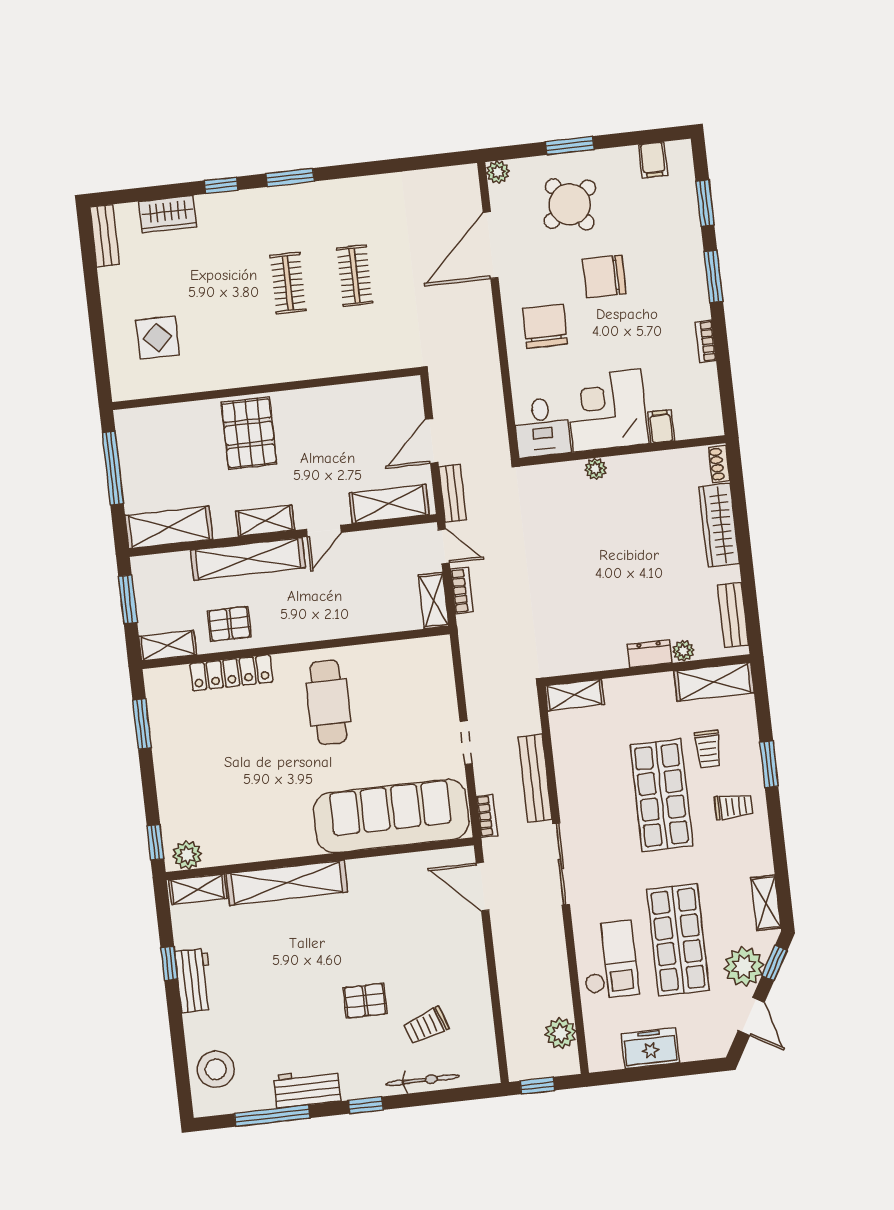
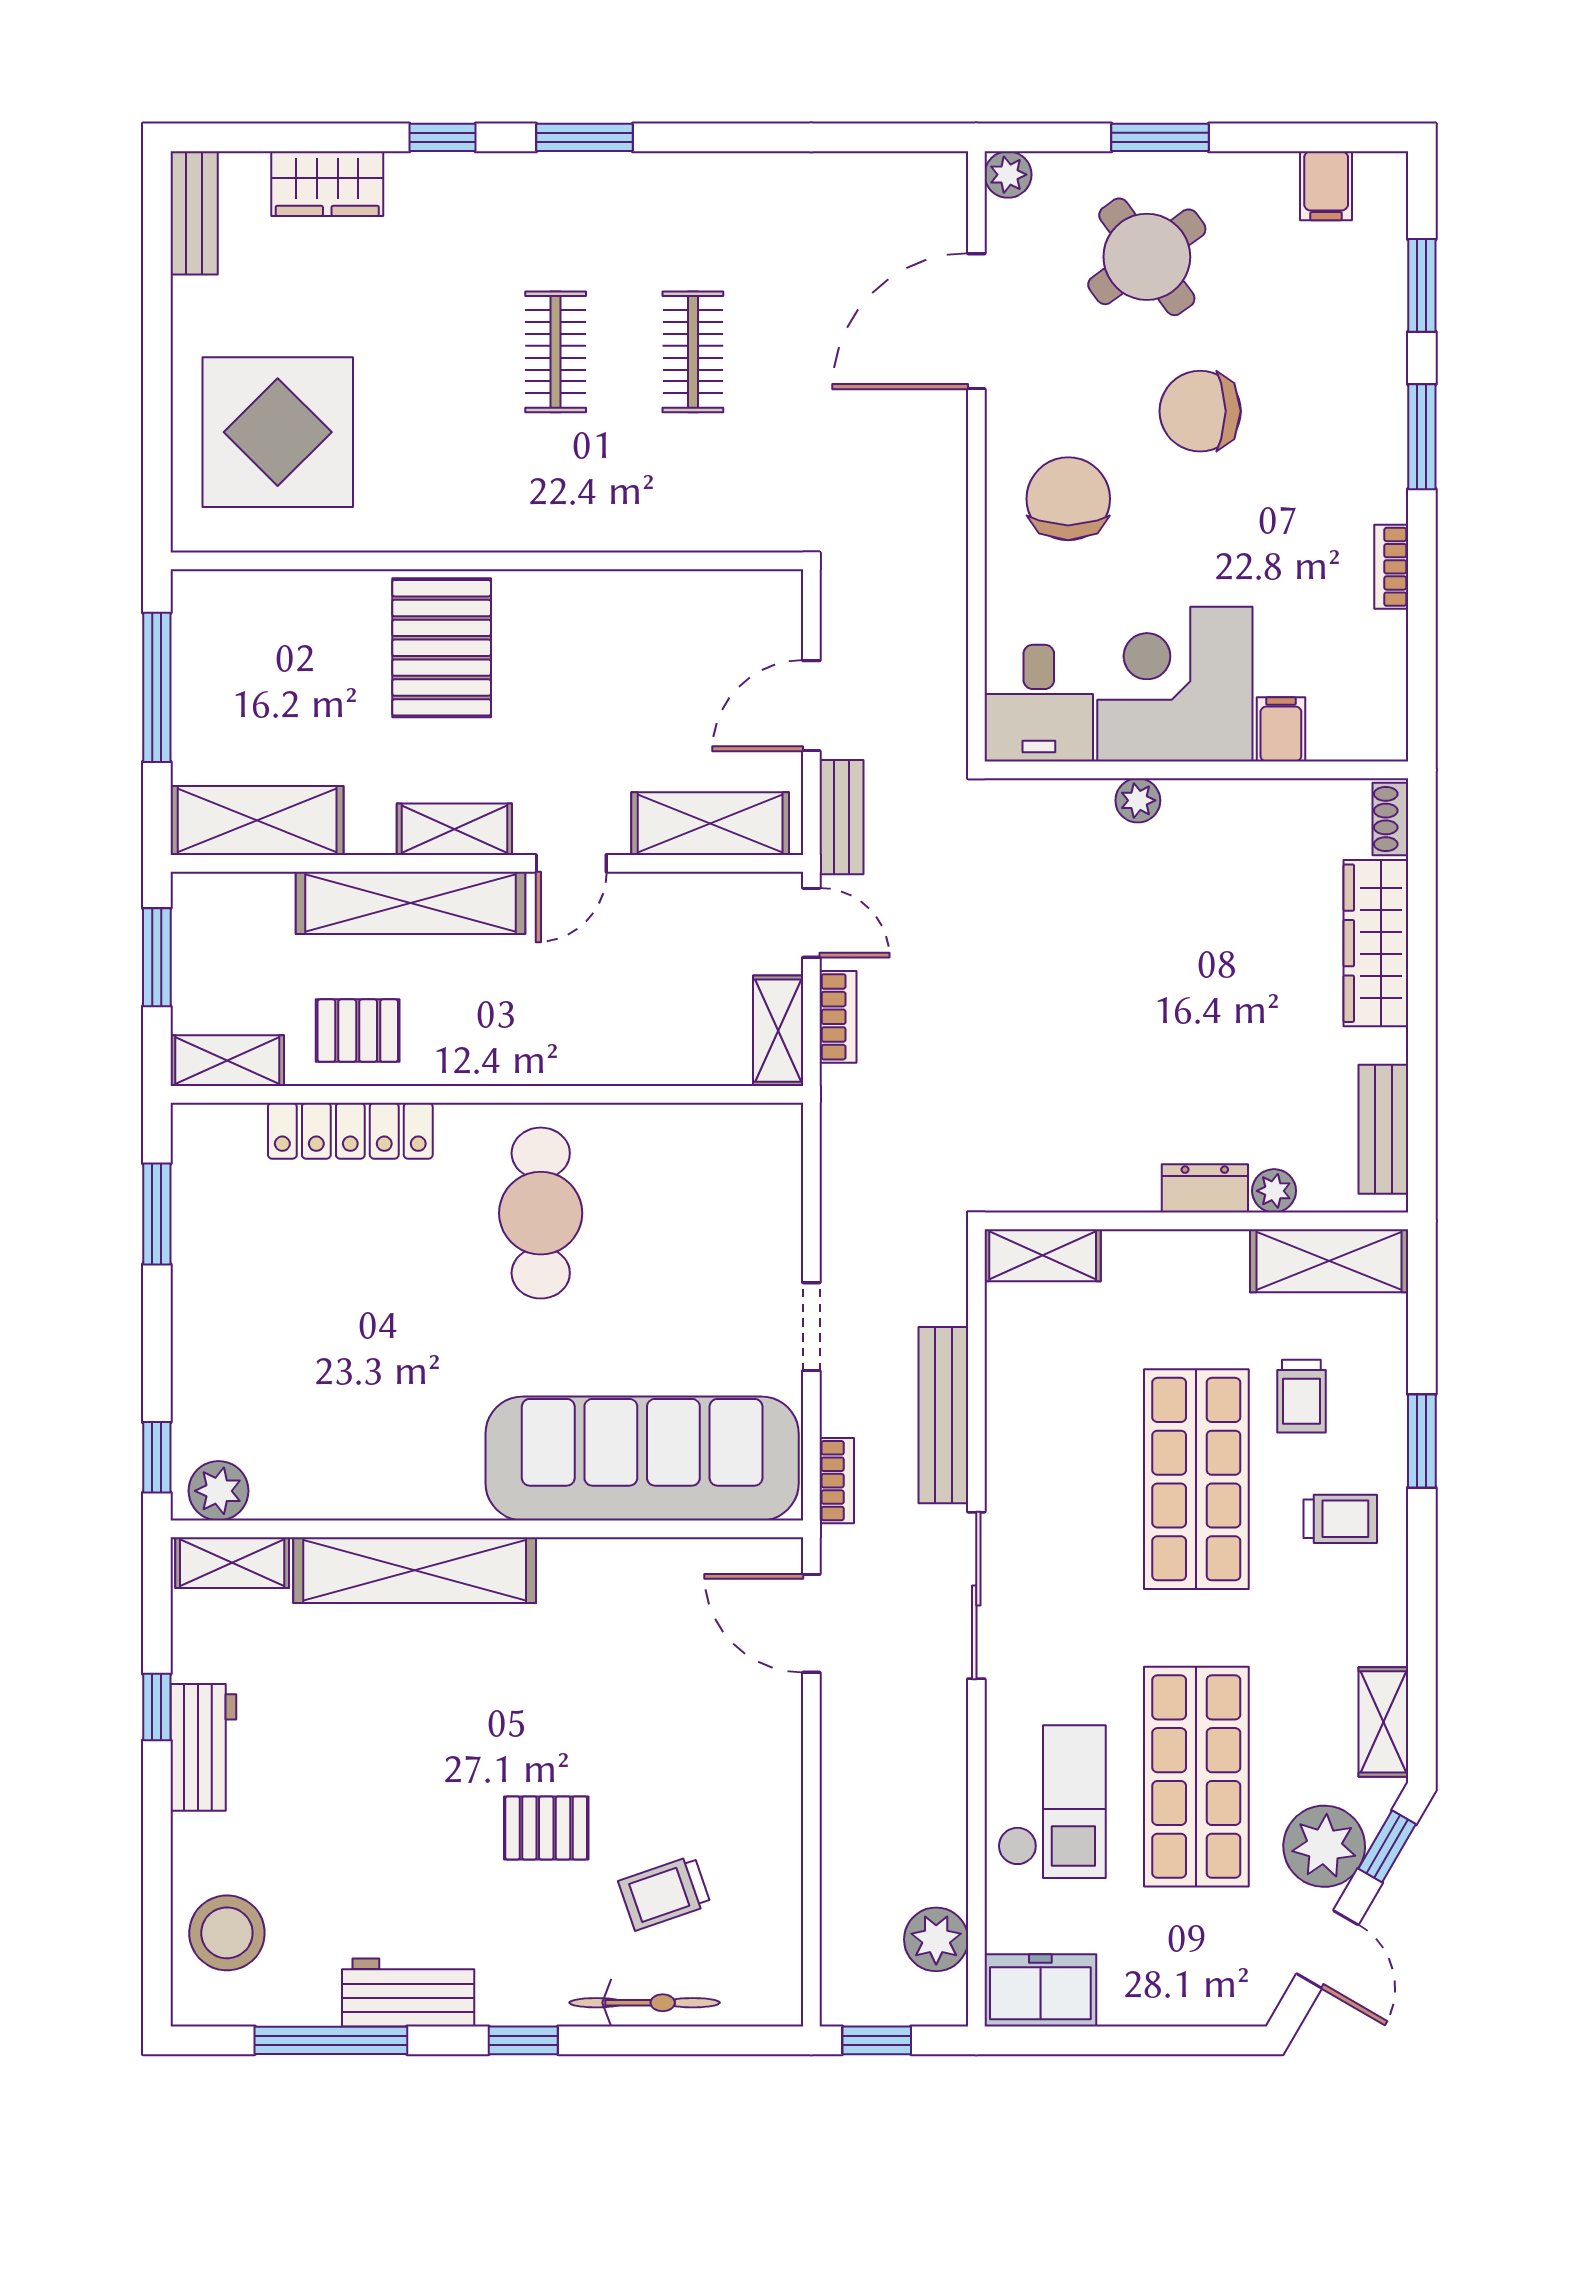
display table: (157, 338) -> (278, 432), width x1.86, depth x1.86
freezer: (650, 1048) -> (1040, 1990), moved

